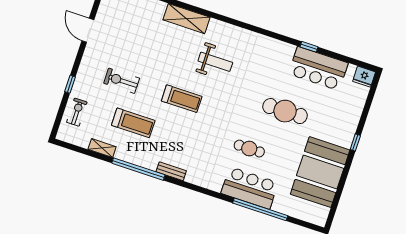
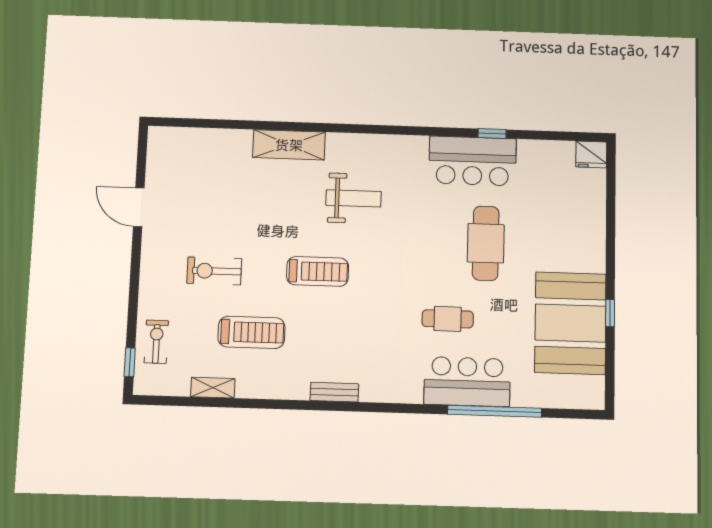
bar counter: (318, 69) -> (473, 161), moved
window: (70, 84) -> (130, 362), moved
cafe table: (285, 111) -> (486, 243), turned 90
window: (355, 143) -> (610, 313), moved
window: (138, 169) -> (281, 404), removed

